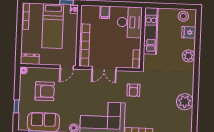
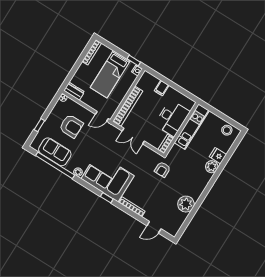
desk: (130, 22) -> (172, 118), moved
fridge: (189, 32) -> (218, 156), moved
armchair: (133, 90) -> (162, 169), moved

